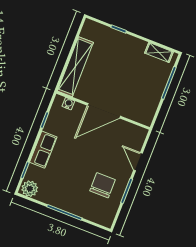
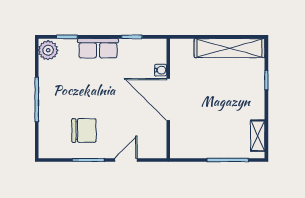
shelving: (75, 67) -> (229, 48), moved
water cooler: (68, 104) -> (161, 70), moved

